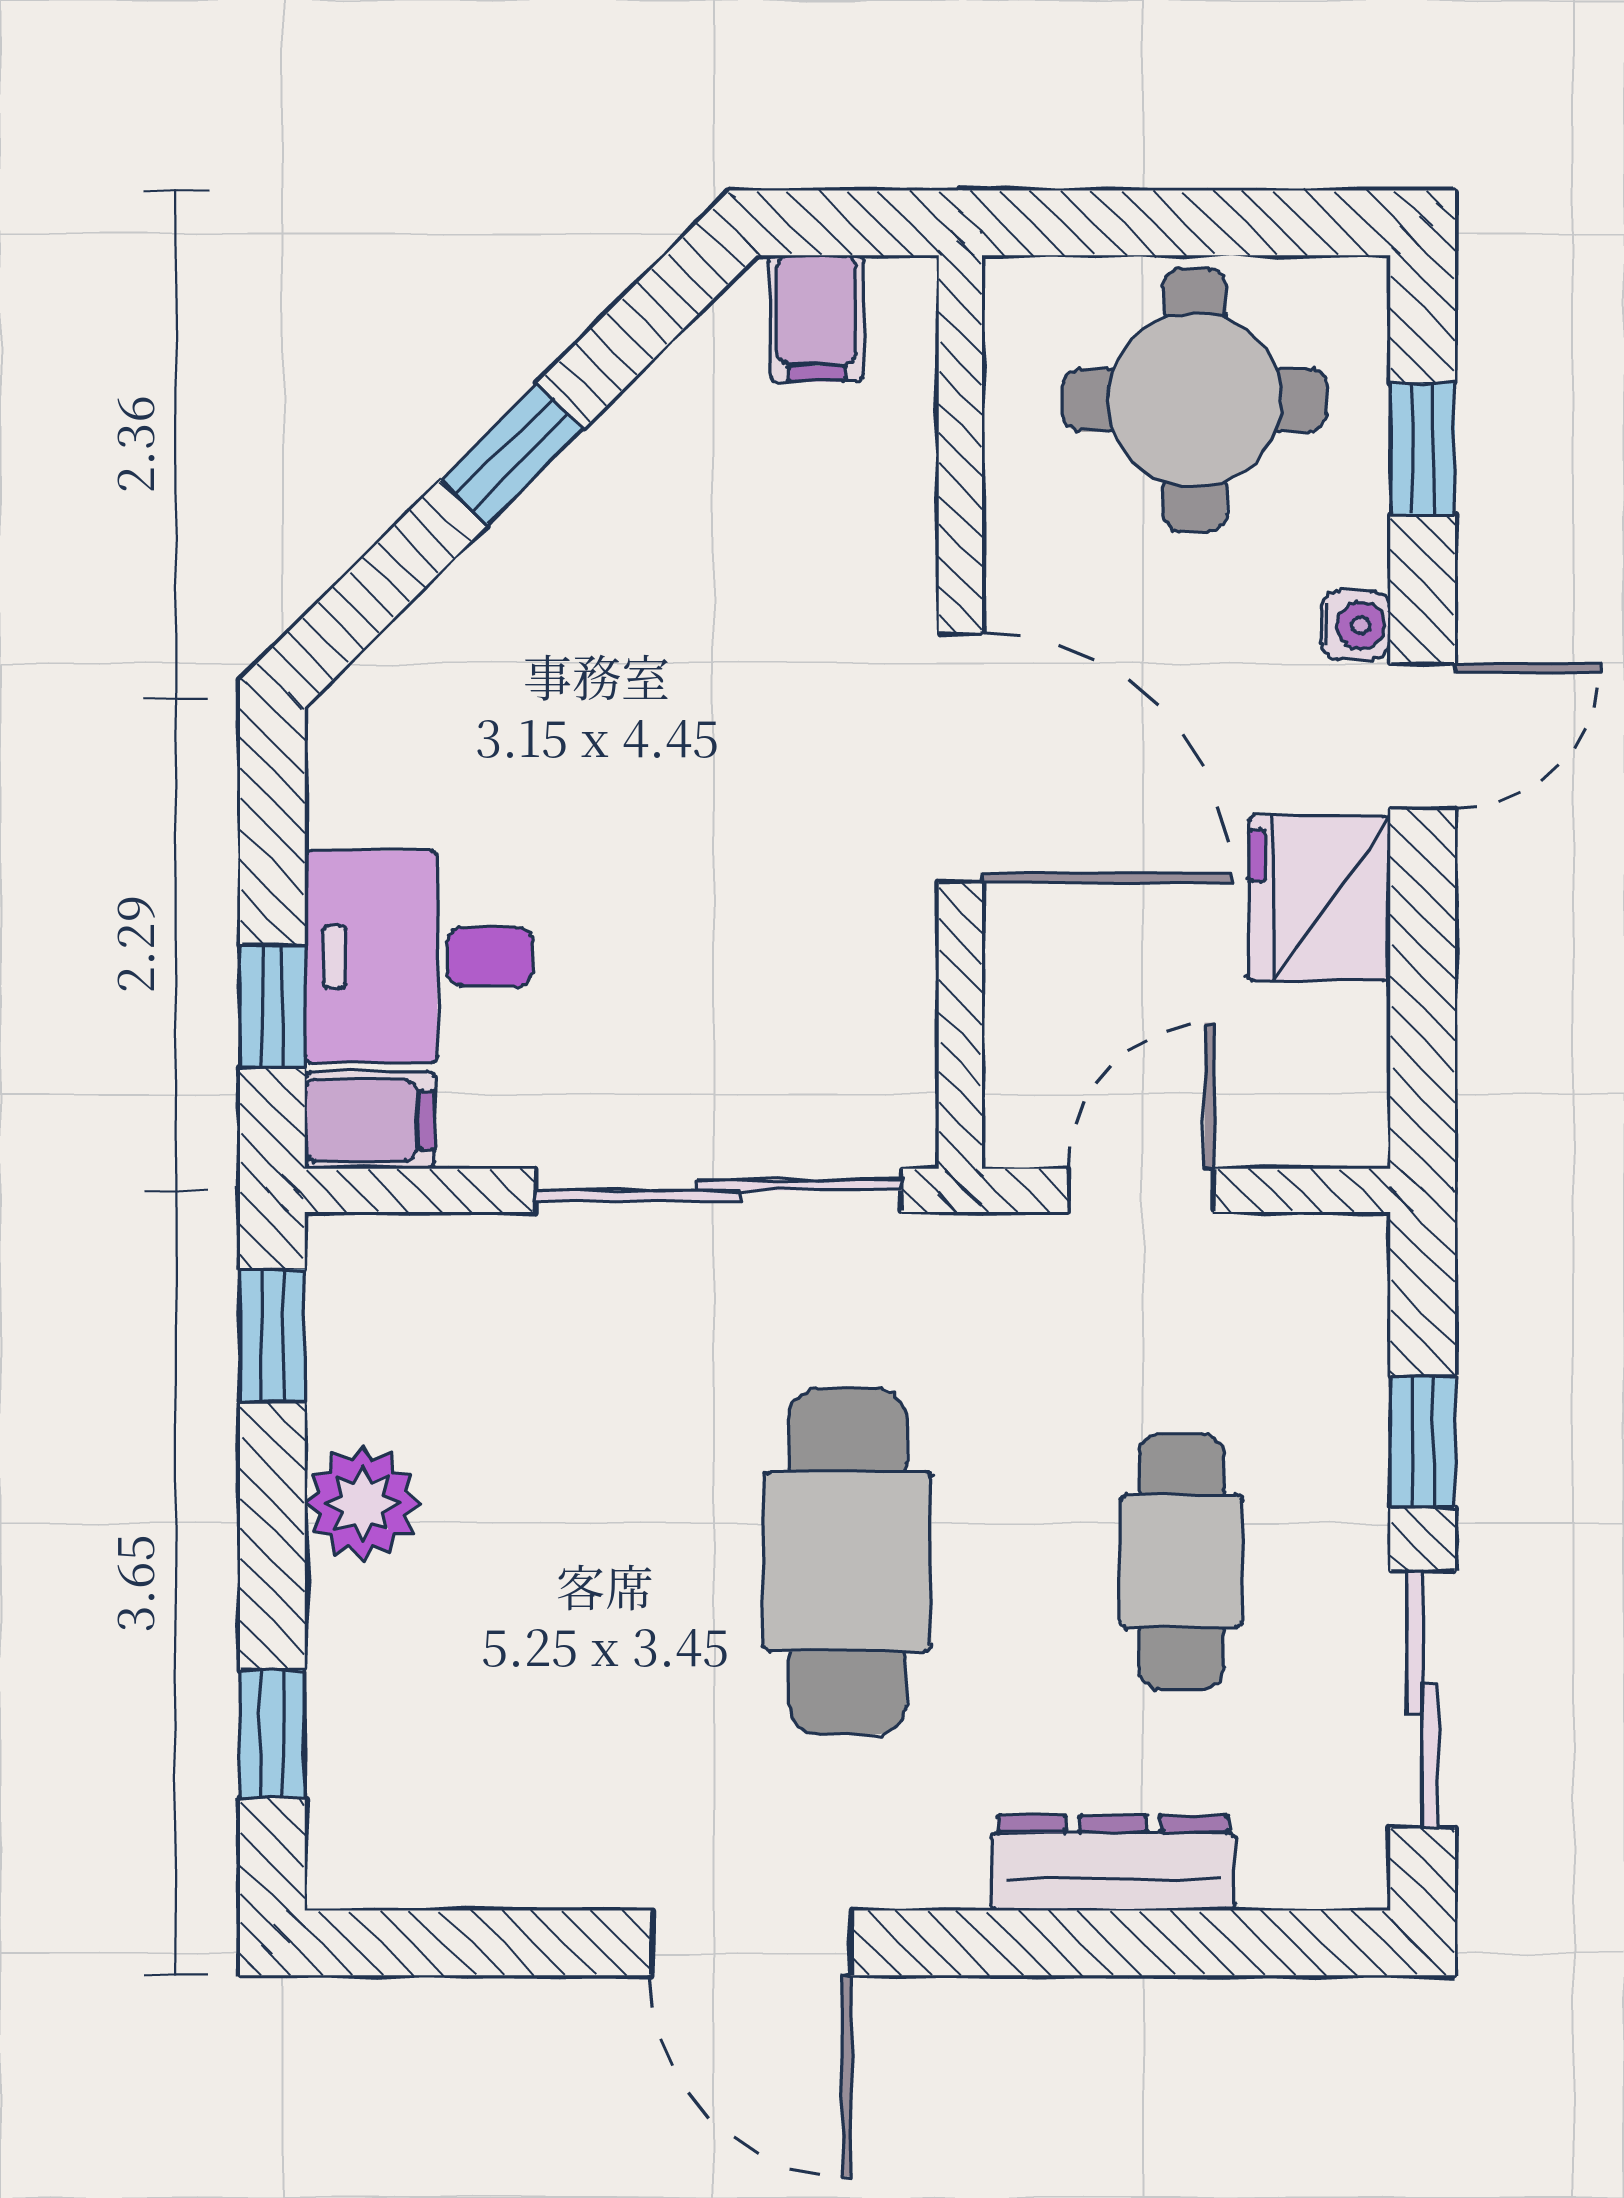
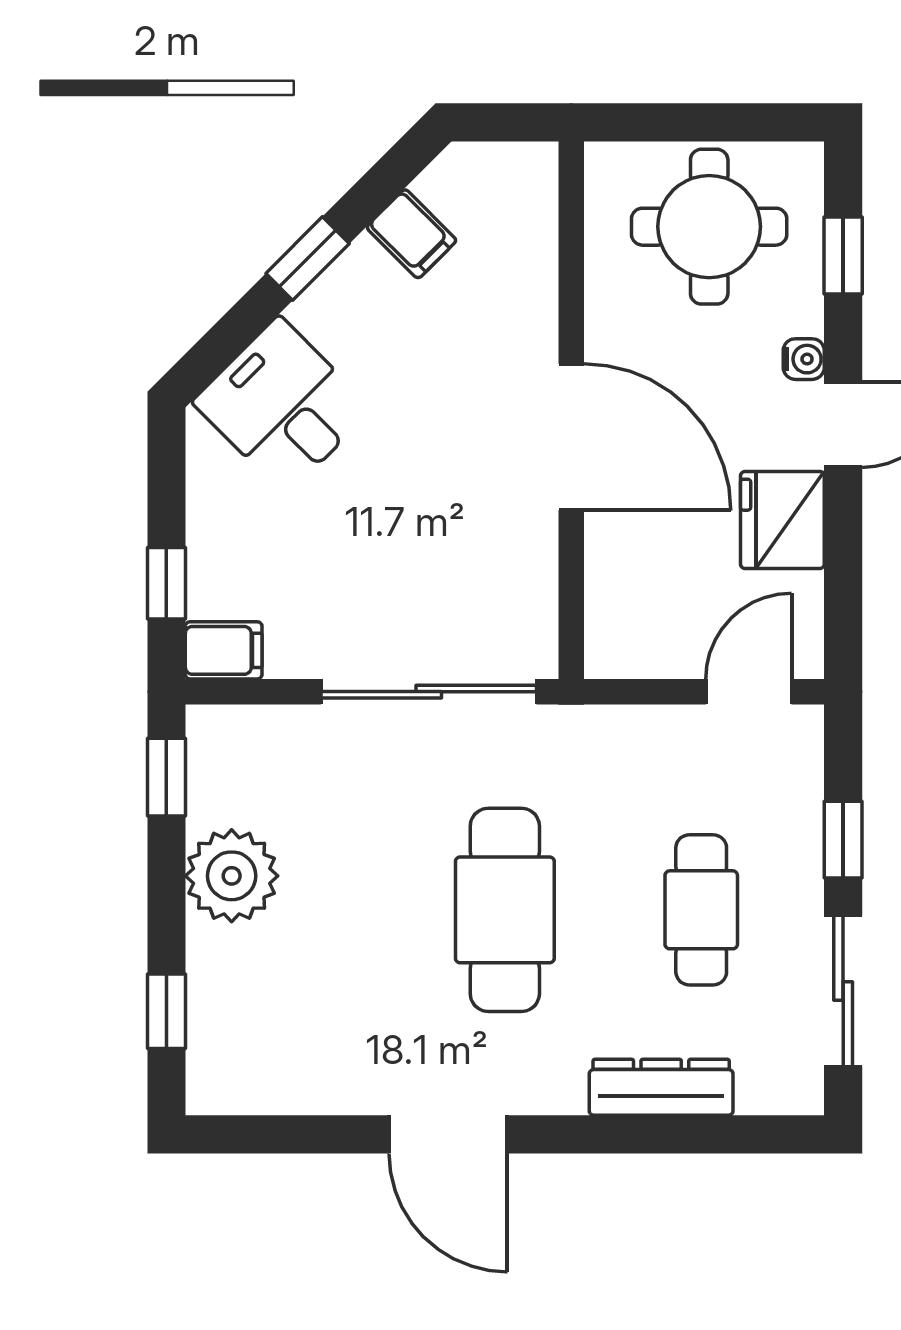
filing cabinet: (816, 318) -> (411, 234), moved, turned -45
desk: (419, 957) -> (282, 406), moved, turned 45
door: (1141, 1190) -> (749, 692), moved
plant: (362, 1503) -> (232, 876), width x1.36, depth x1.36

